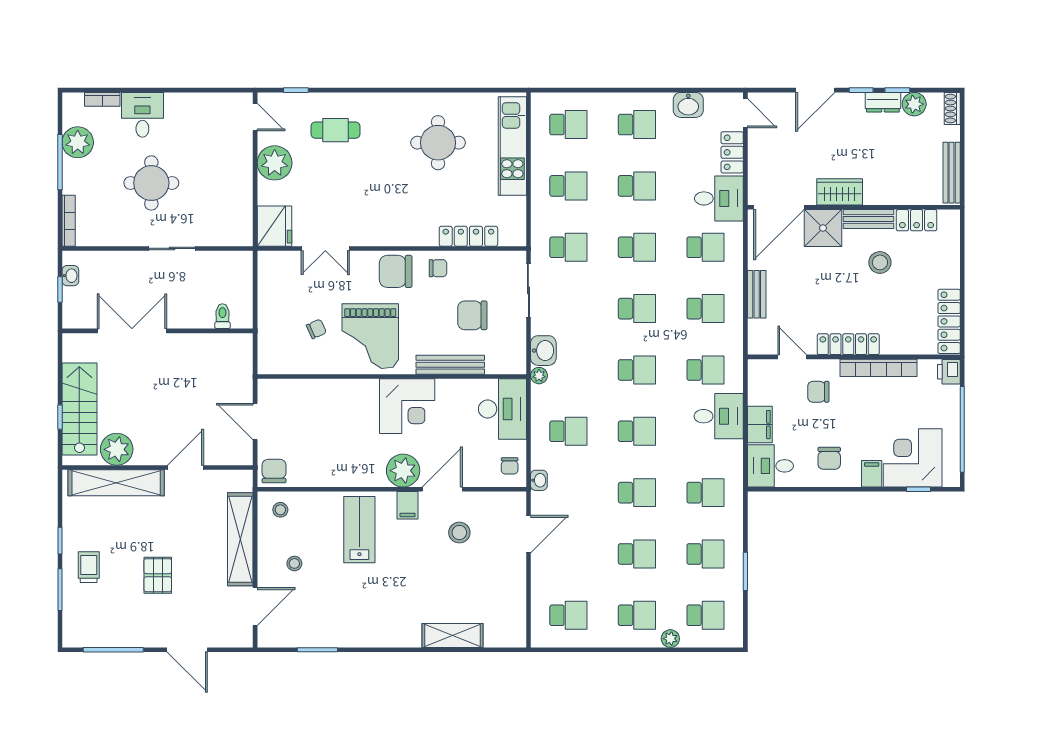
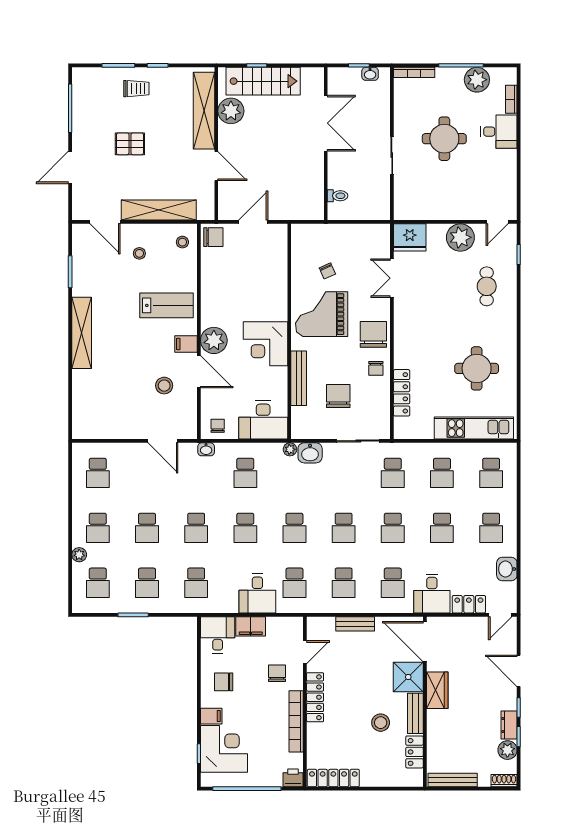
chair: (510, 466) -> (218, 426), turned 90
shelving: (453, 635) -> (82, 333), moved, width x1.47

